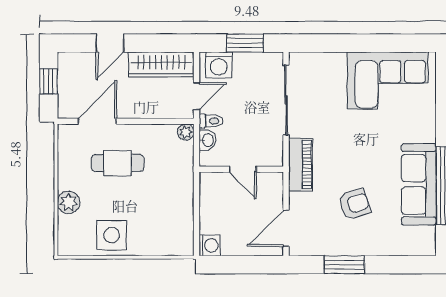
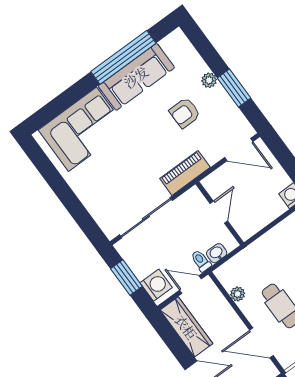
corner sofa: (388, 81) -> (83, 129), moved, turned 90
plant: (186, 132) -> (238, 294), moved
armchair: (355, 204) -> (185, 113), turned -72
plant: (368, 247) -> (209, 80), added

